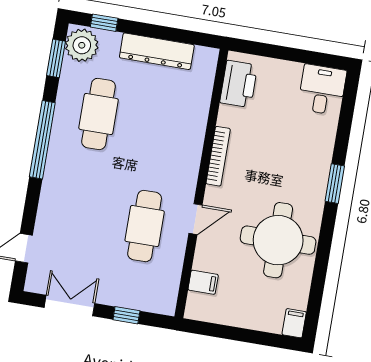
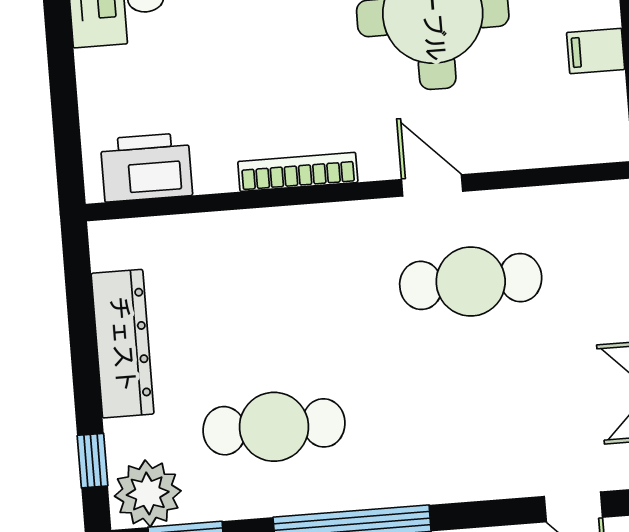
filing cabinet: (203, 282) -> (596, 51), moved, turned -90

